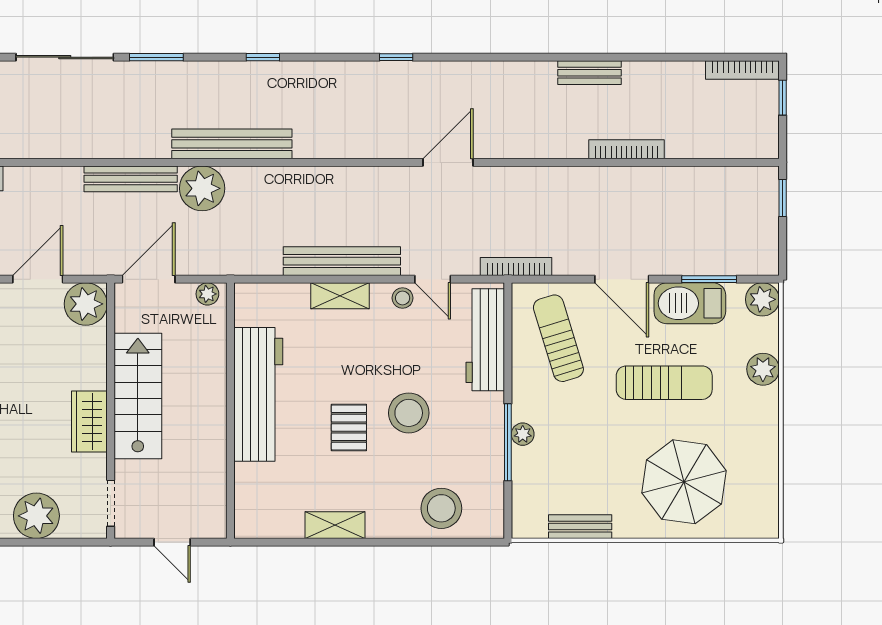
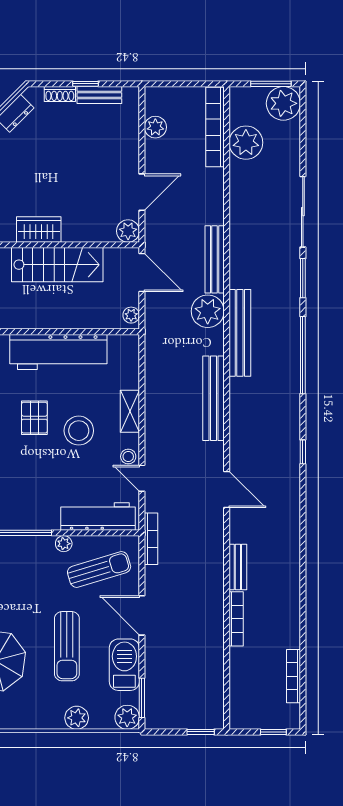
window: (263, 57) -> (303, 355), width x3.17
bookcase: (742, 70) -> (293, 676), moved
bench: (590, 73) -> (238, 567), moved
bench: (342, 261) -> (213, 398), moved
door: (38, 279) -> (142, 192), hinge flipped
door: (433, 279) -> (142, 478), hinge flipped
door: (622, 279) -> (142, 615), hinge flipped
window: (709, 279) -> (142, 698), moved
plant: (86, 304) -> (128, 231), width x0.73, depth x0.73
stool: (409, 413) -> (79, 431), moved
pallet: (349, 427) -> (34, 418), turned 90
plant: (523, 434) -> (64, 544), moved

